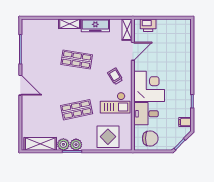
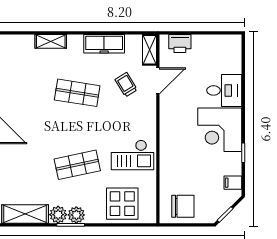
shelving: (70, 24) -> (51, 41), moved
trolley: (115, 76) -> (126, 85), moved
corner desk: (149, 86) -> (220, 130), moved, turned 180
desk: (146, 114) -> (224, 90), moved, turned 180

